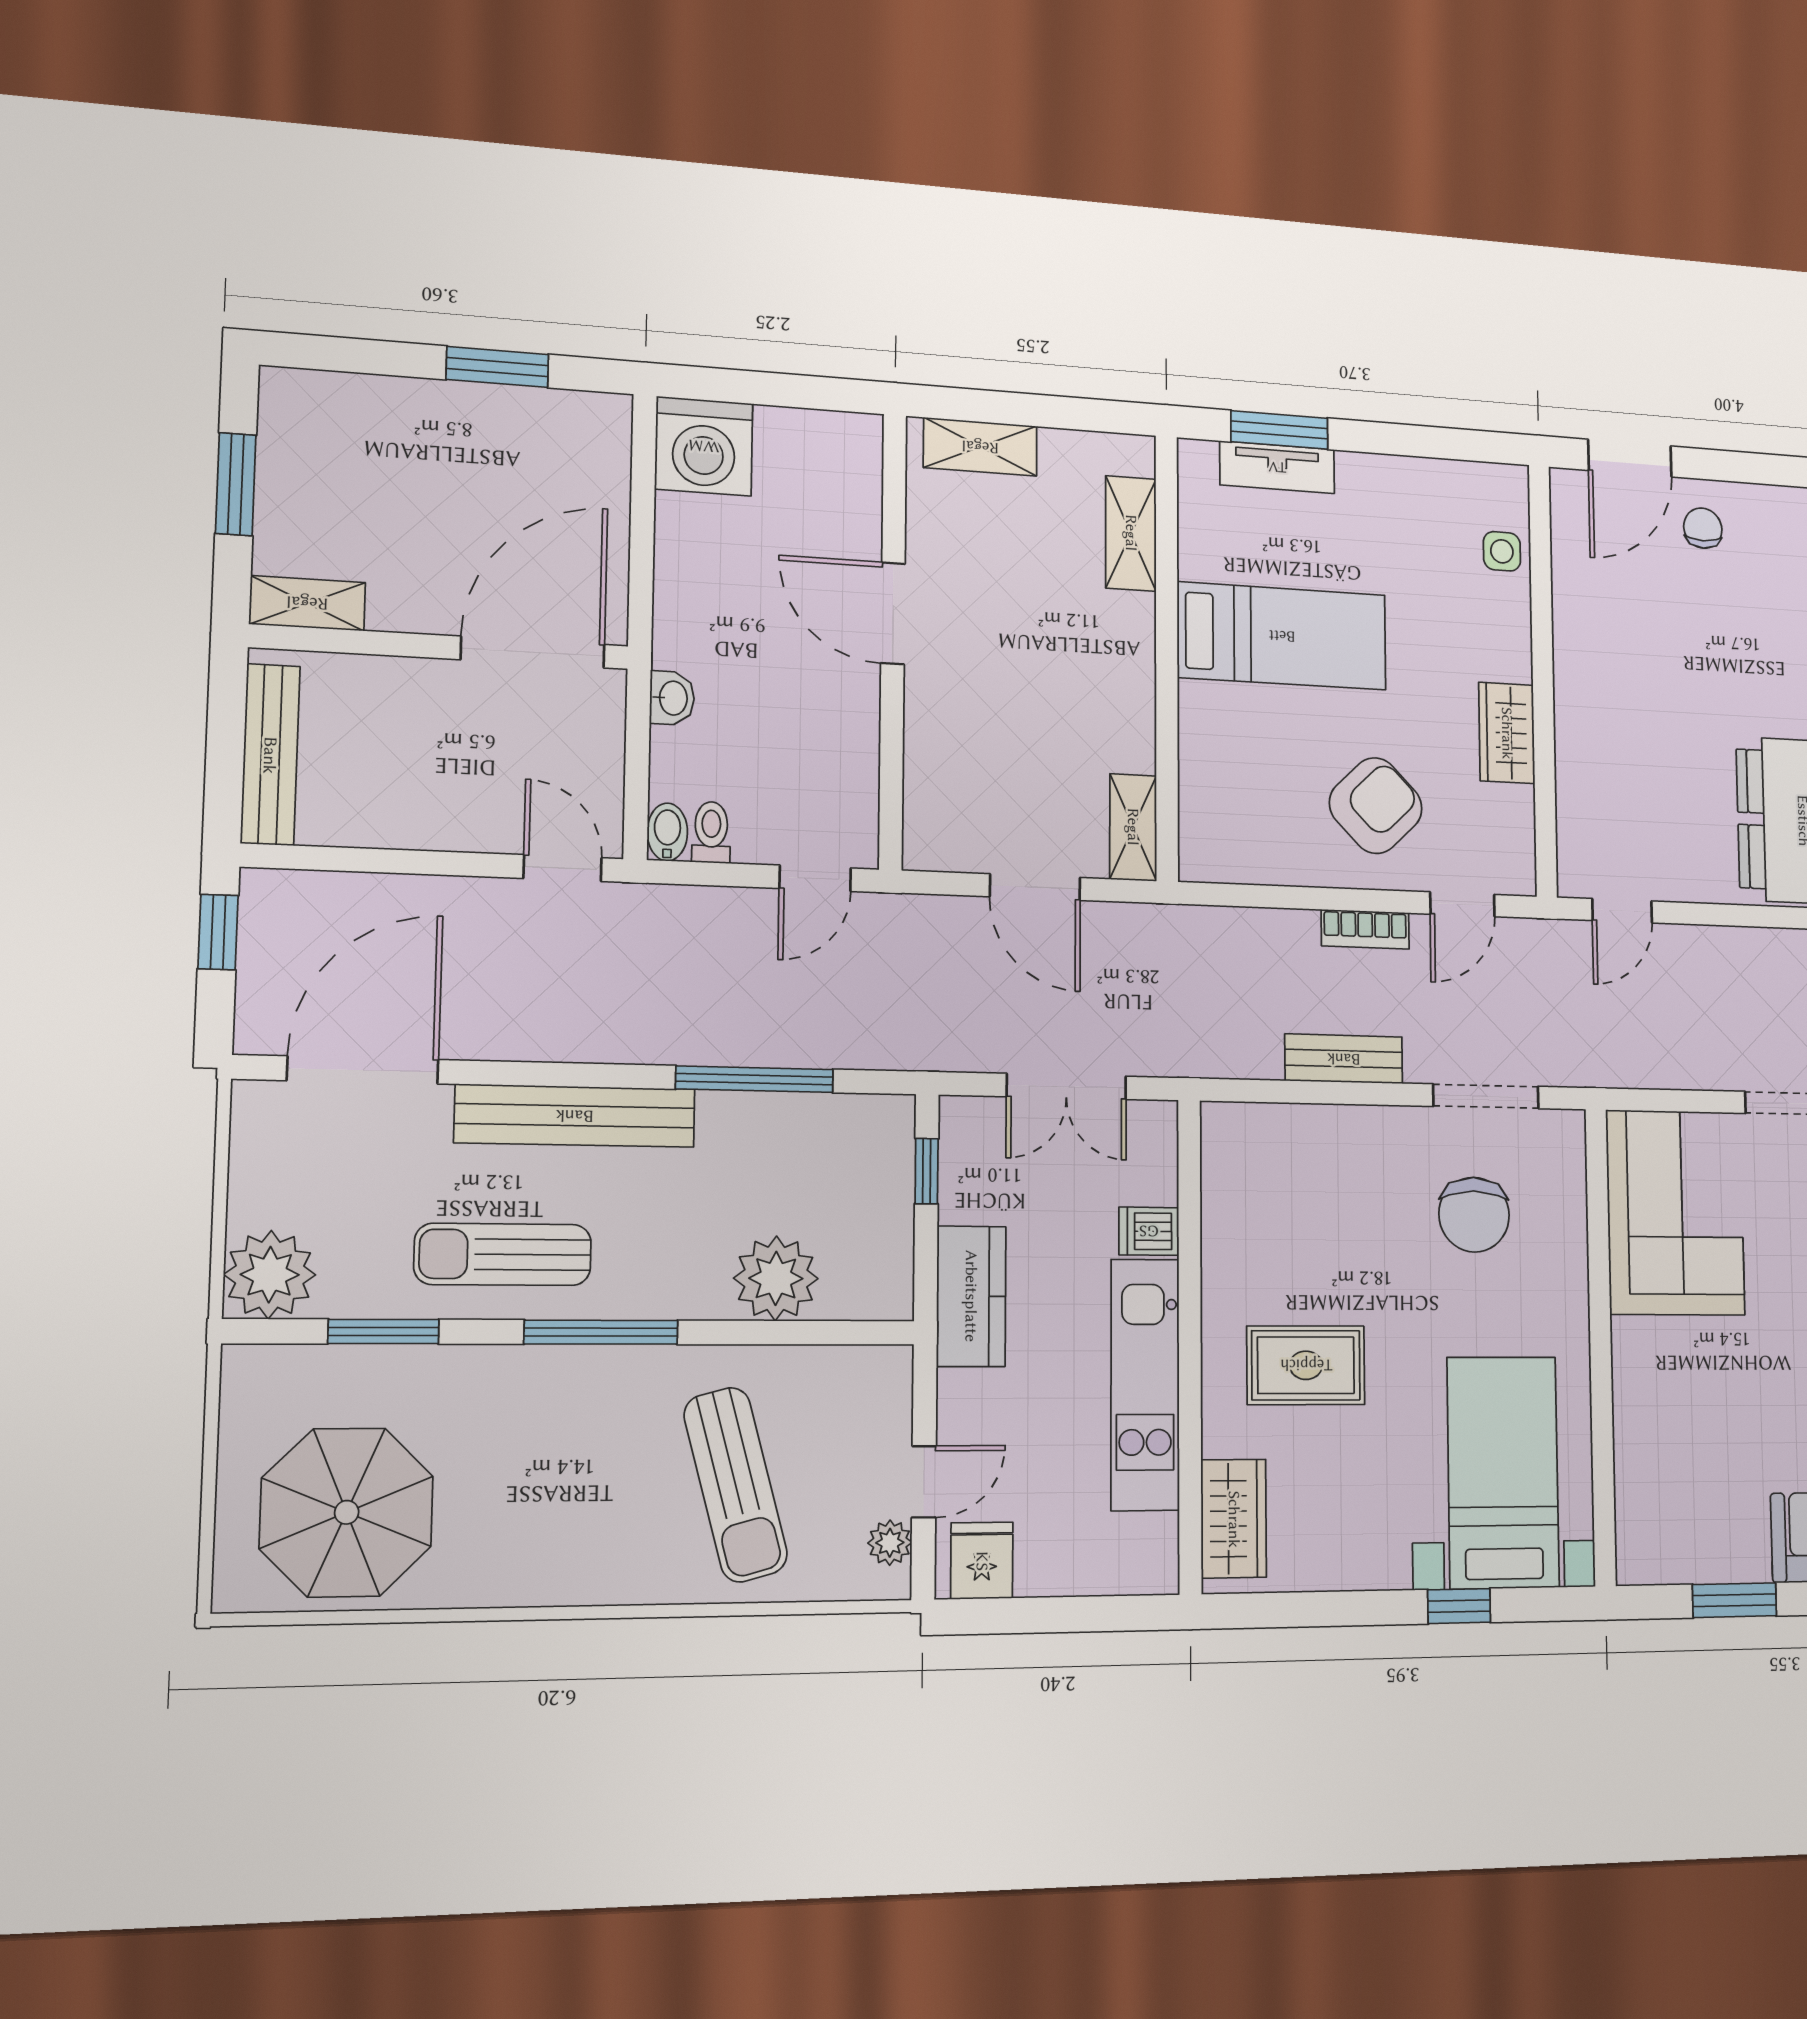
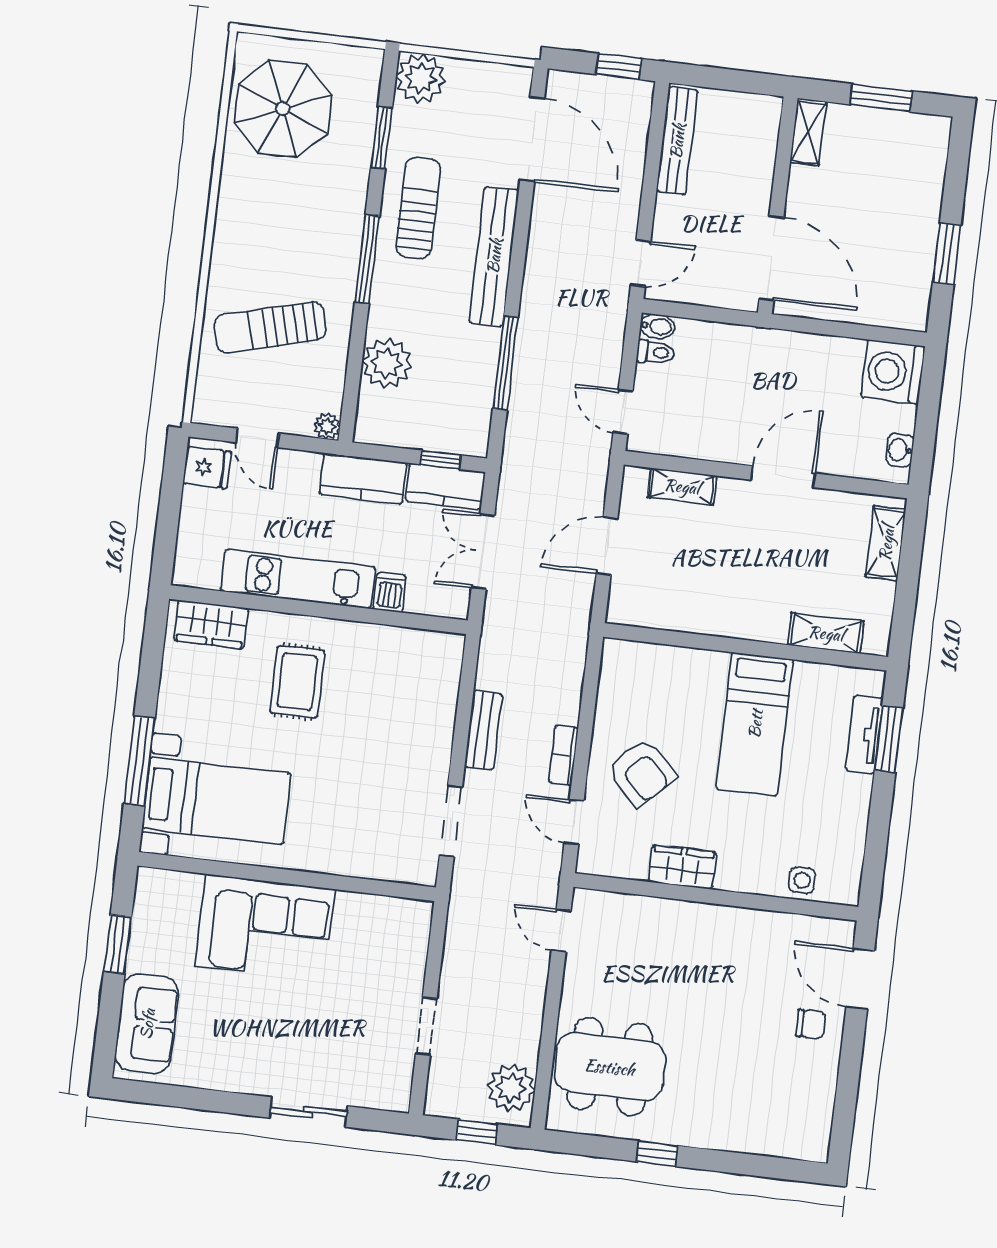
washbasin: (672, 698) -> (900, 450), moved, turned 90
bench: (270, 755) -> (677, 141), moved, turned 90
shelving: (1133, 827) -> (682, 486), moved
kitchen counter: (969, 1158) -> (445, 486), added
corner sofa: (1675, 1213) -> (265, 928), moved
chair: (1474, 1215) -> (377, 803), removed
plant: (890, 1543) -> (327, 426), moved
window: (1459, 1606) -> (139, 761), width x2.17

